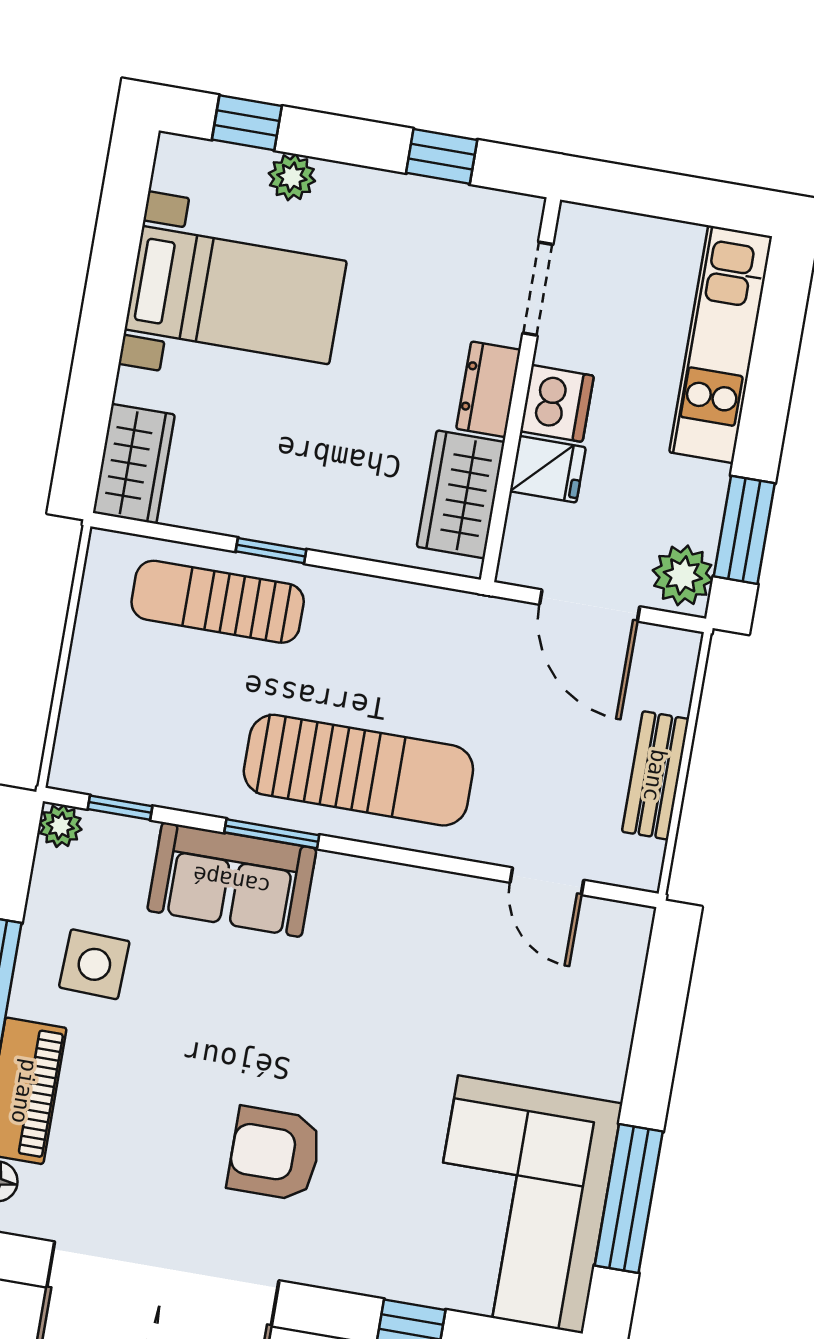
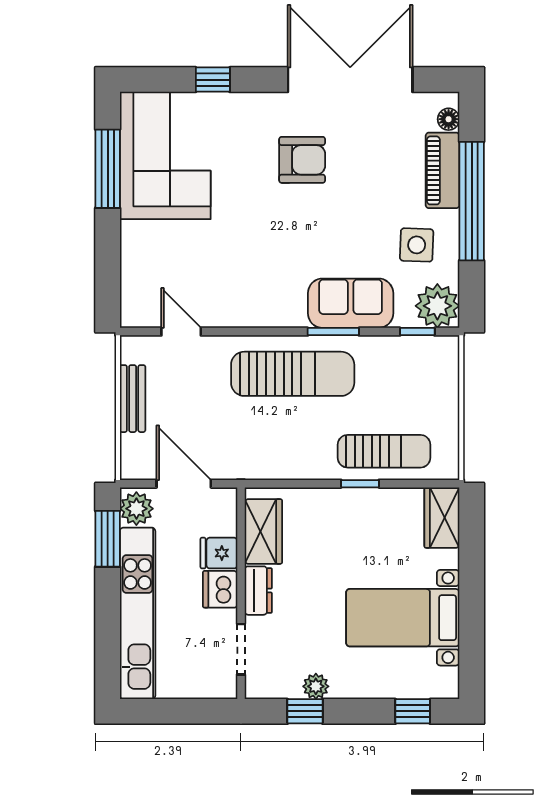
plant: (292, 177) -> (316, 686), moved
kitchen unit: (721, 344) -> (138, 613), width x1.36
sun lounger: (358, 770) -> (293, 374), turned 180
plant: (60, 826) -> (437, 306), width x1.88, depth x1.88

